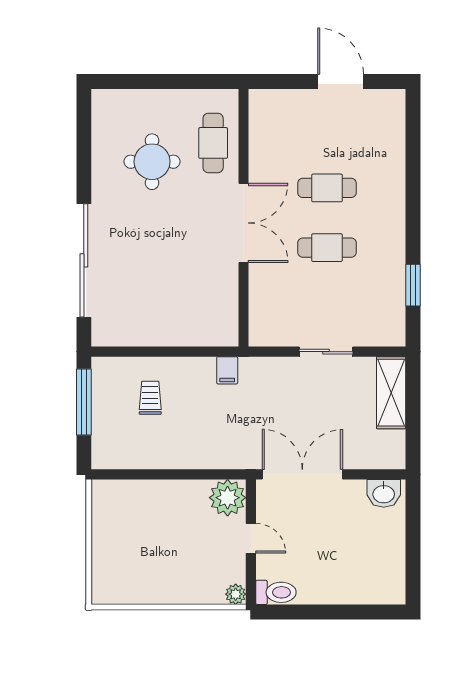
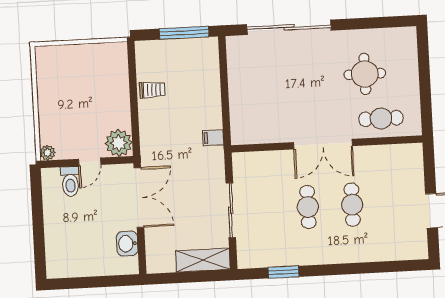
sliding door: (326, 352) -> (231, 210), width x1.37
trolley: (150, 398) -> (152, 90), moved
washbasin: (384, 493) -> (127, 244), moved
toilet: (276, 592) -> (70, 181), moved

